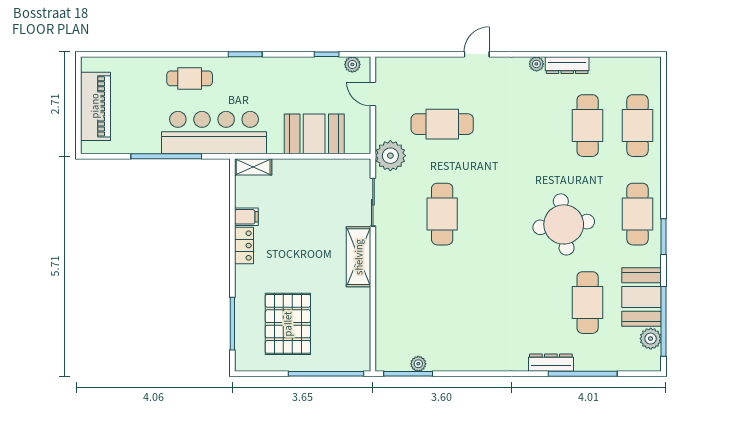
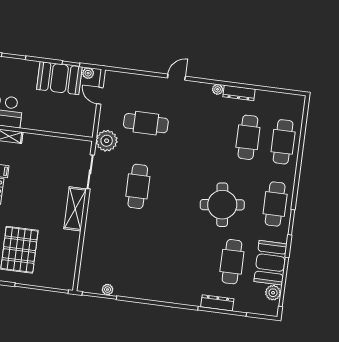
booth: (314, 134) -> (59, 78), moved
dresser: (551, 363) -> (217, 303), moved

